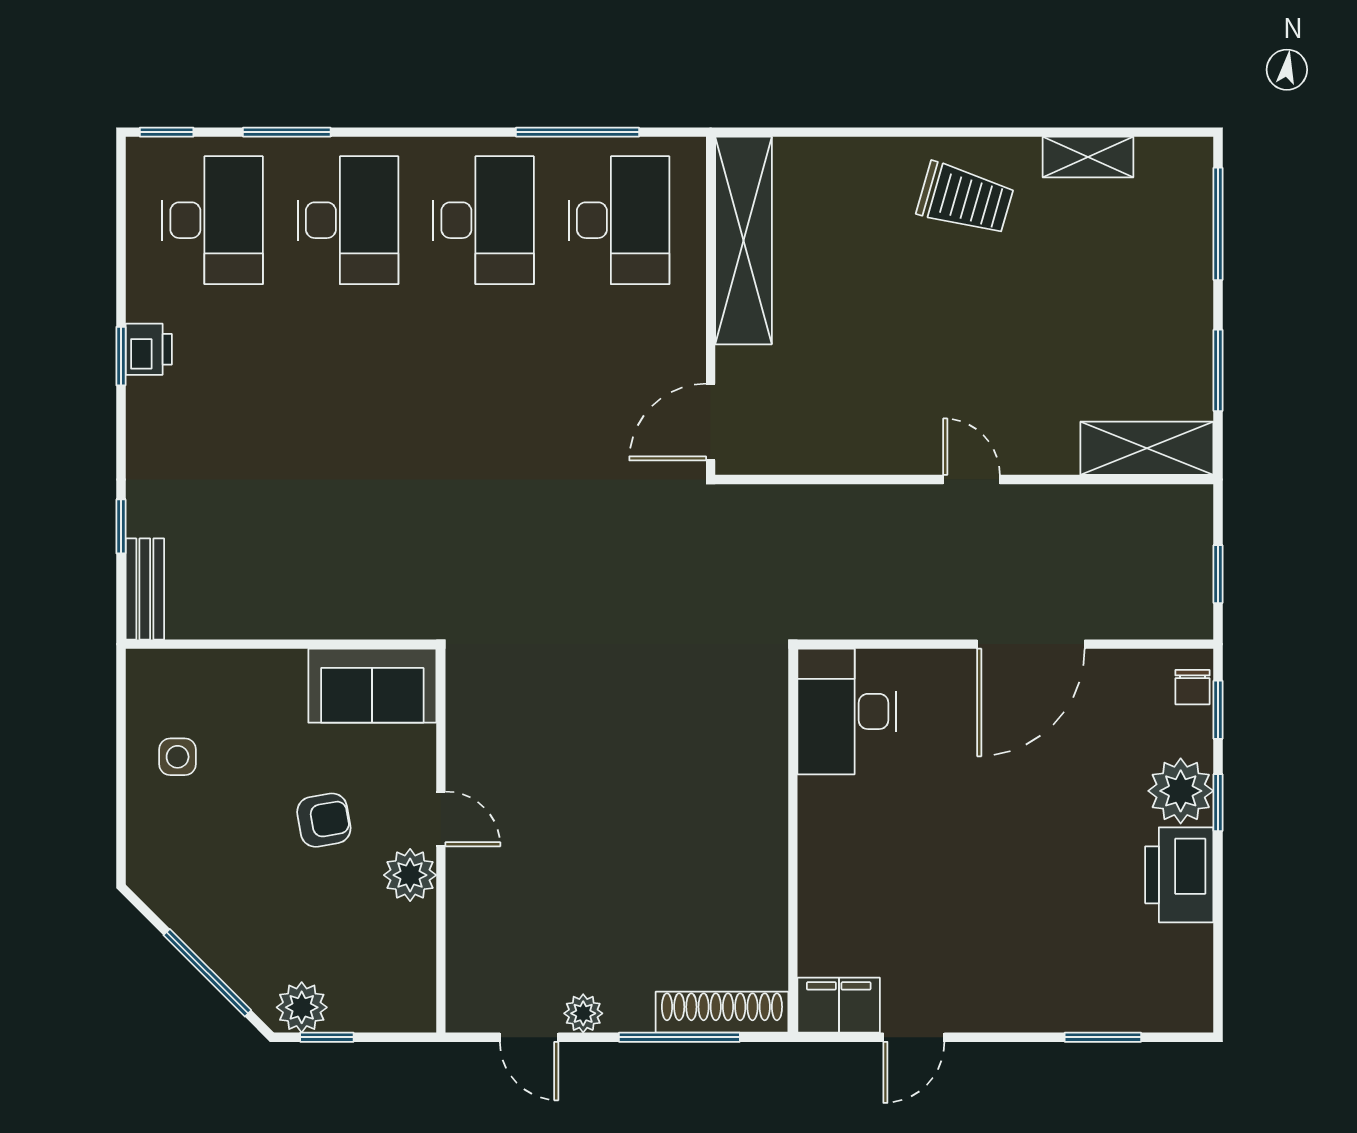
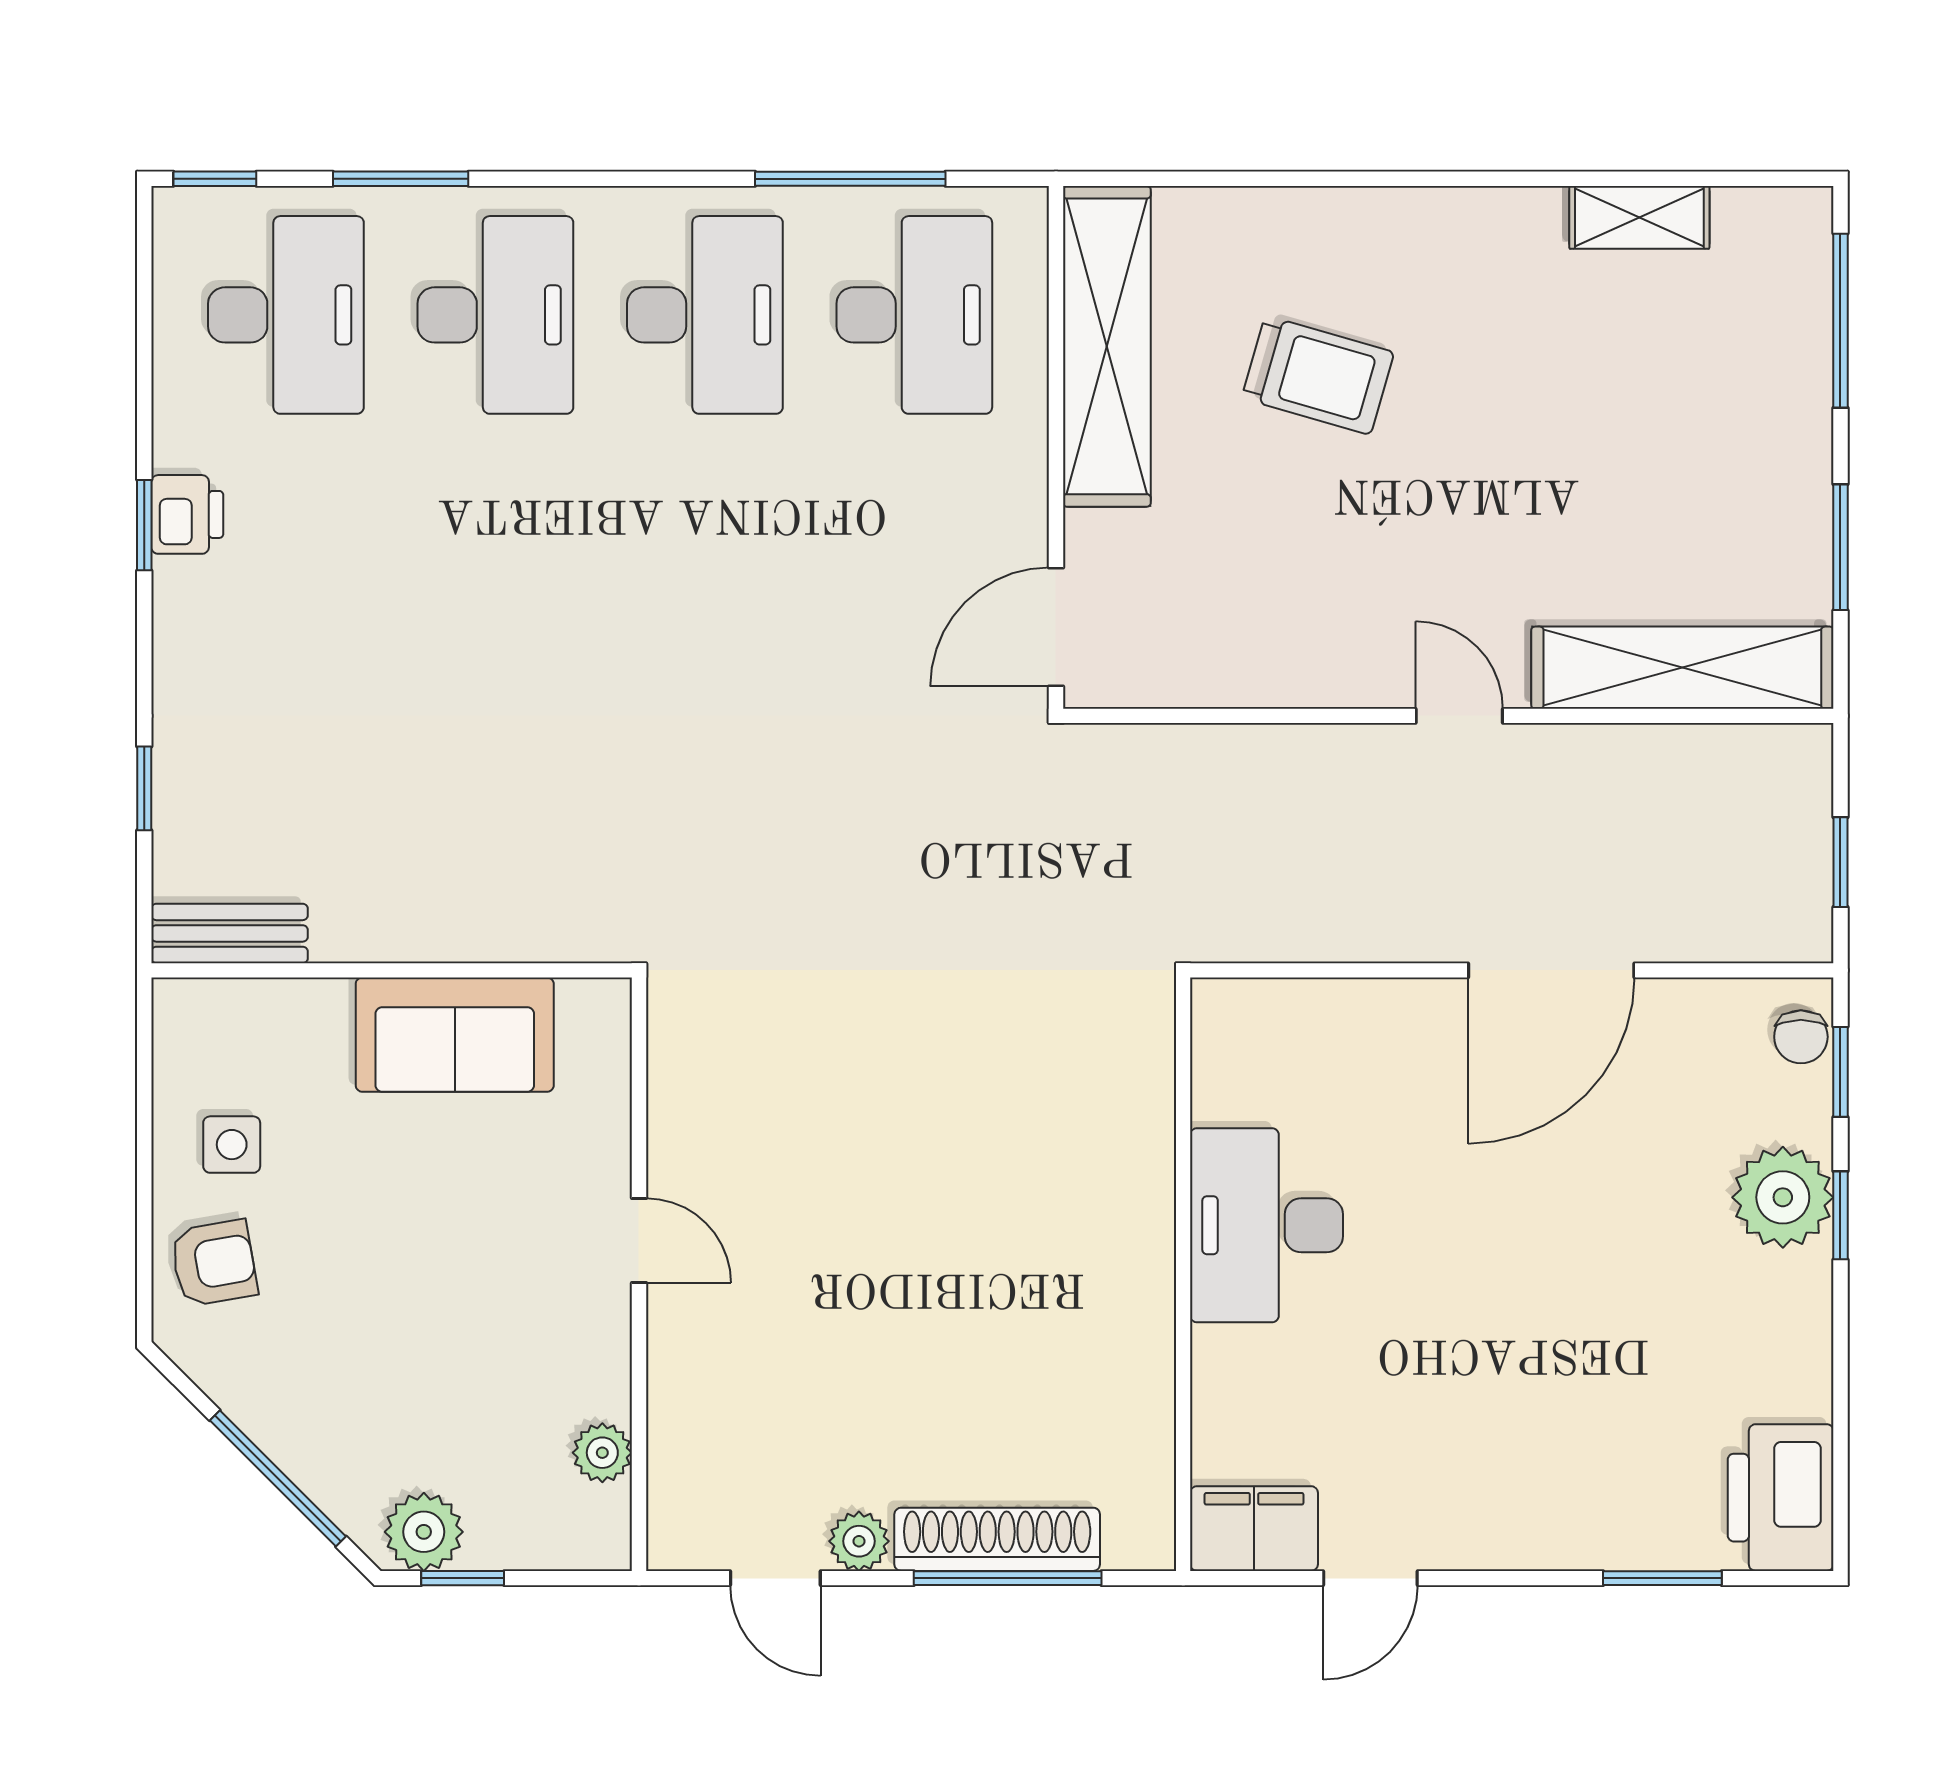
trolley: (965, 199) -> (1318, 375), moved
shelving: (1147, 448) -> (1682, 668), width x1.47
bench: (145, 589) -> (230, 933), moved, turned 90
sofa: (372, 686) -> (455, 1035), moved
desk: (847, 711) -> (1267, 1225), moved
armchair: (324, 820) -> (214, 1263), moved
plant: (410, 875) -> (602, 1453), moved, width x0.73, depth x0.73
printer: (1179, 875) -> (1781, 1498), moved
shoe rack: (722, 1012) -> (997, 1539), moved

